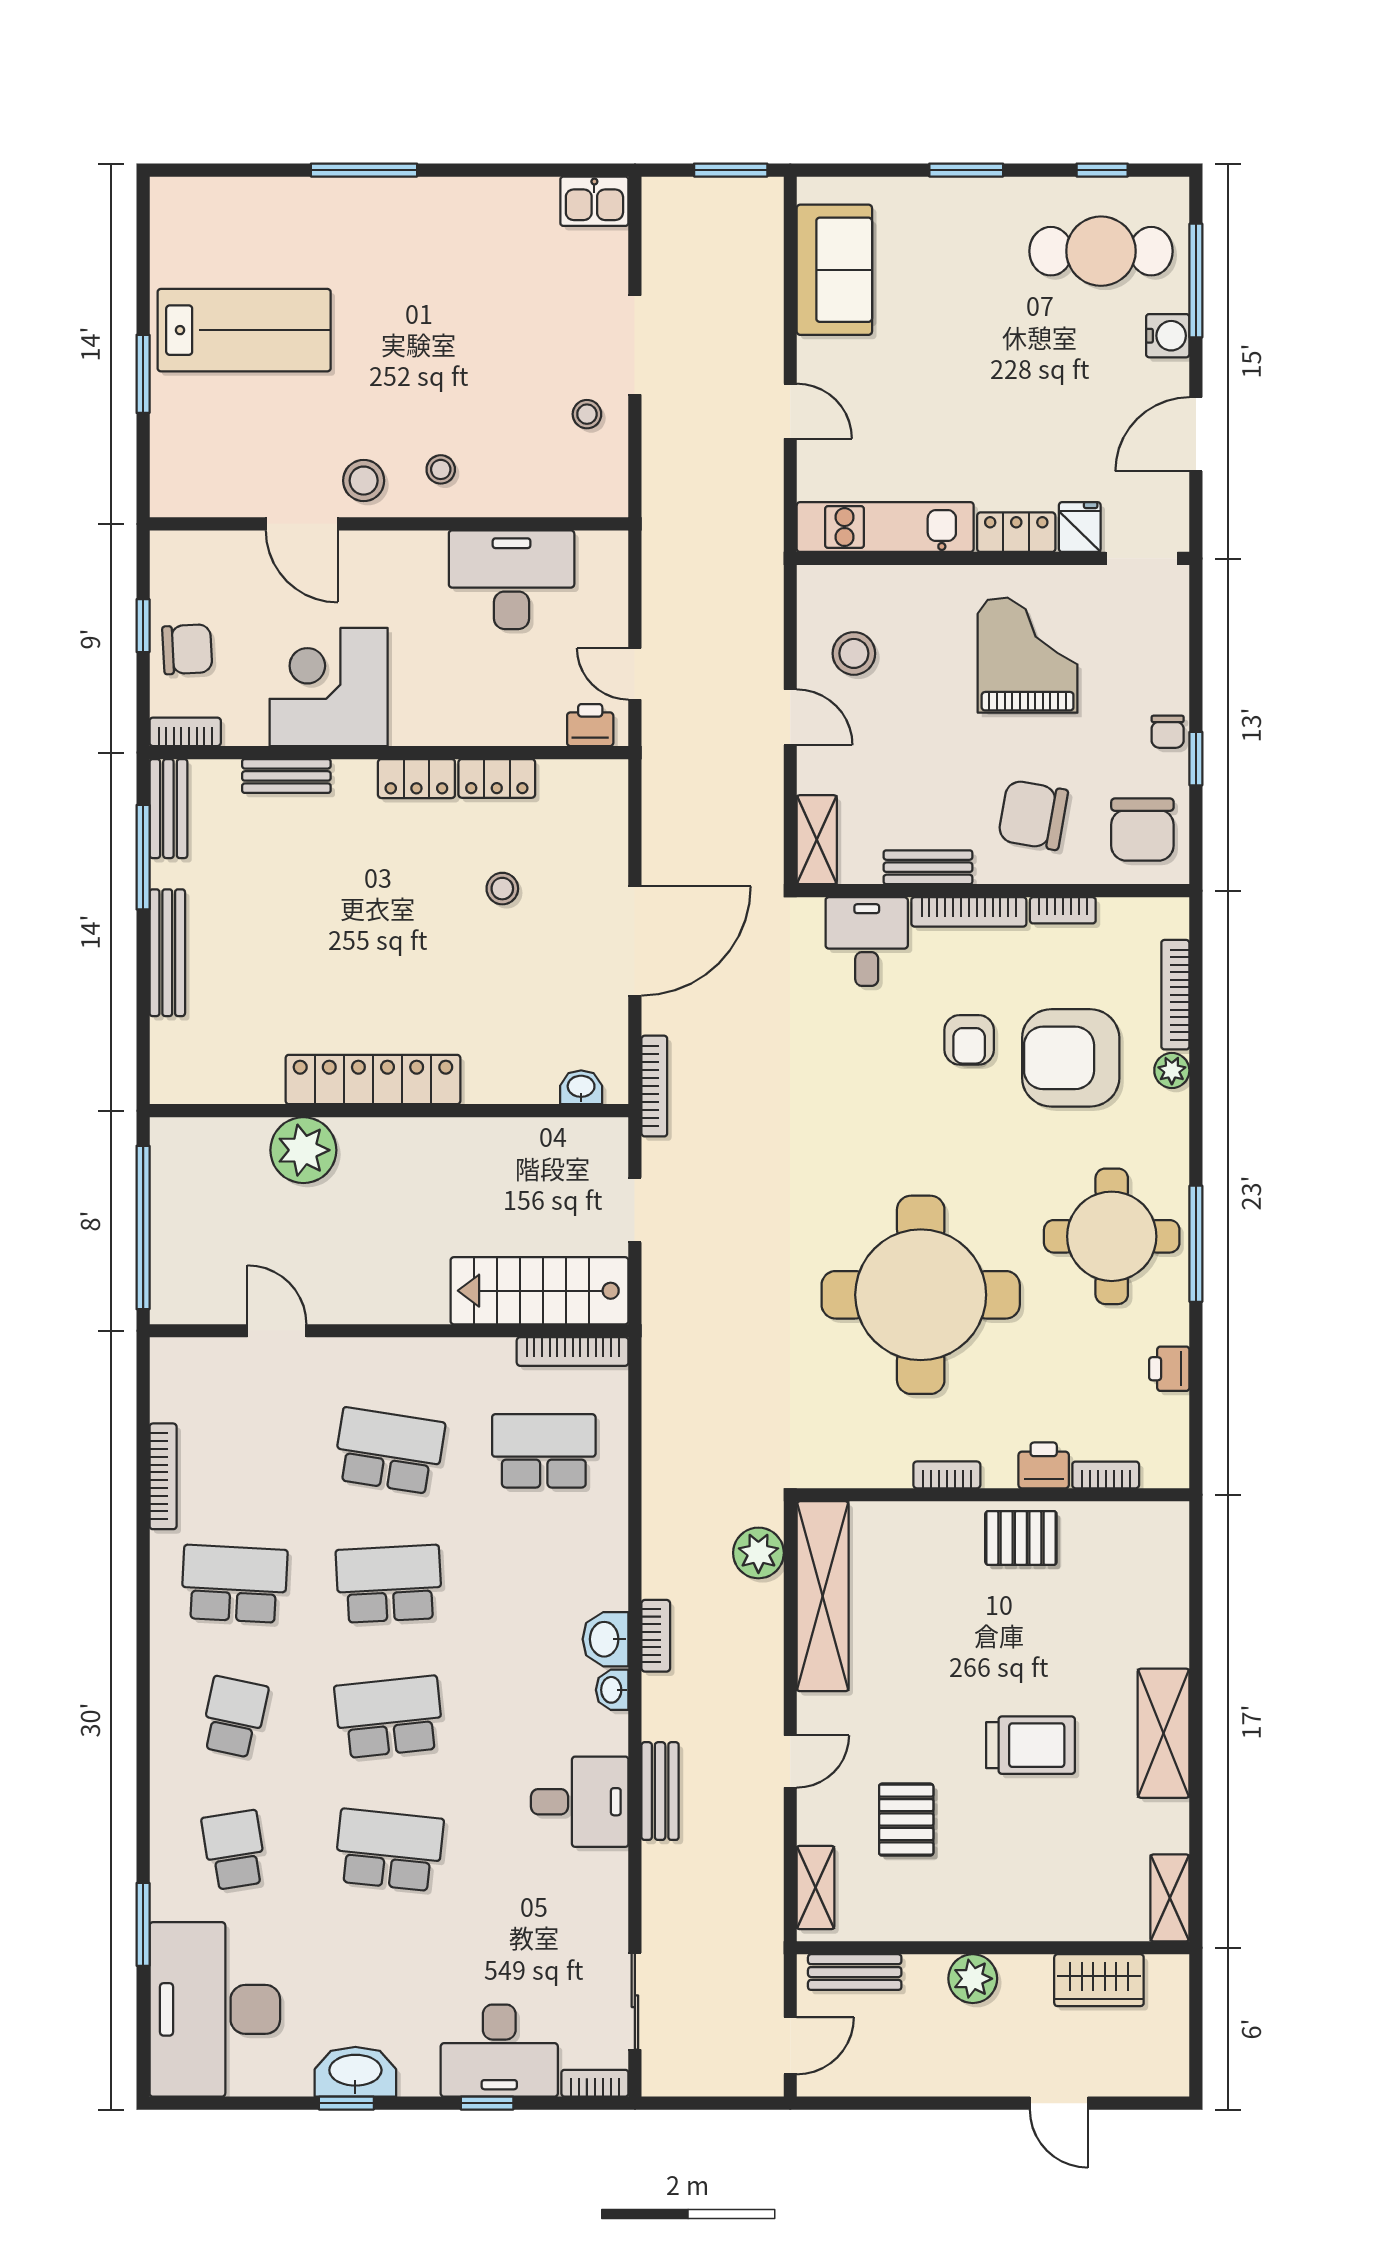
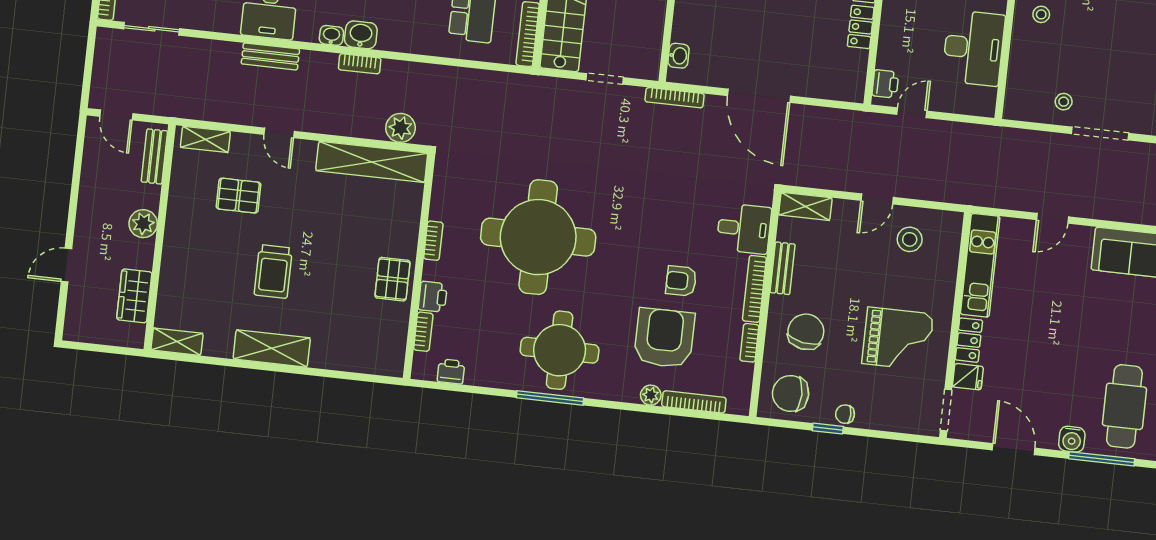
stool: (502, 889) -> (797, 23), removed
printer: (1169, 1369) -> (451, 372), moved

